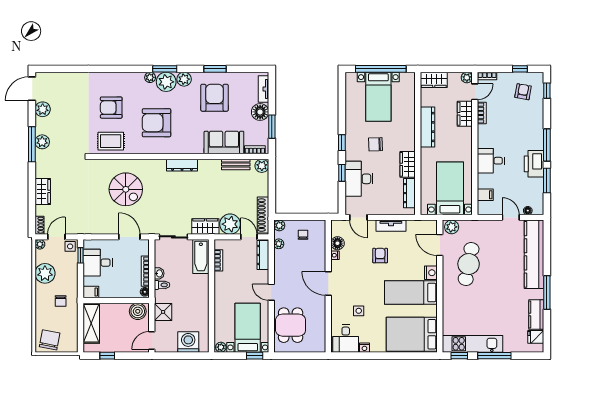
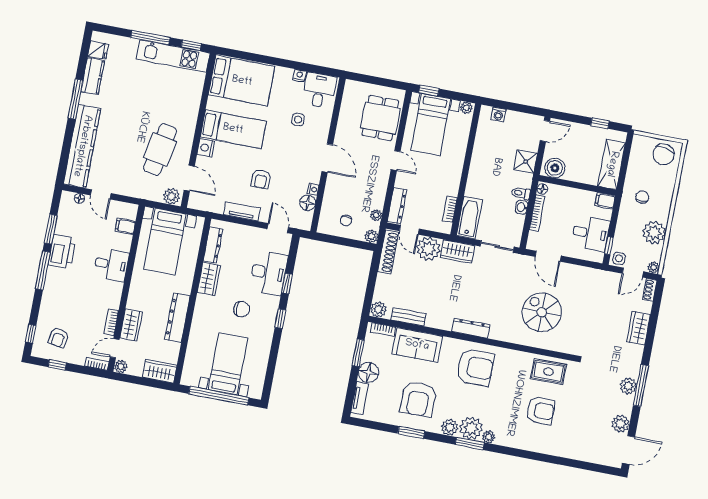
armchair: (157, 123) -> (475, 367), moved
washing machine: (188, 342) -> (498, 114), width x0.53, depth x0.53

